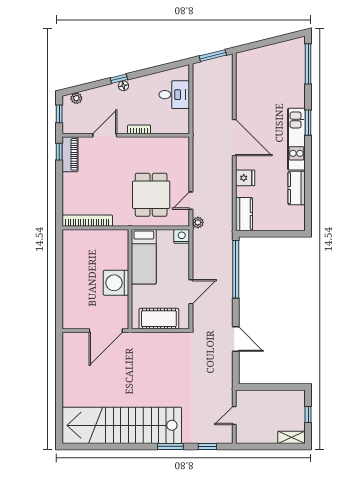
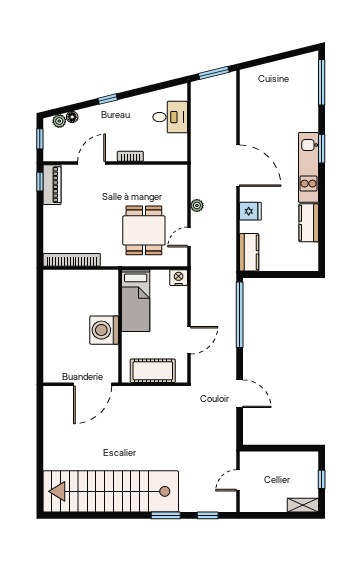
floor lamp: (123, 86) -> (72, 117), moved
plant: (198, 222) -> (197, 206), moved

